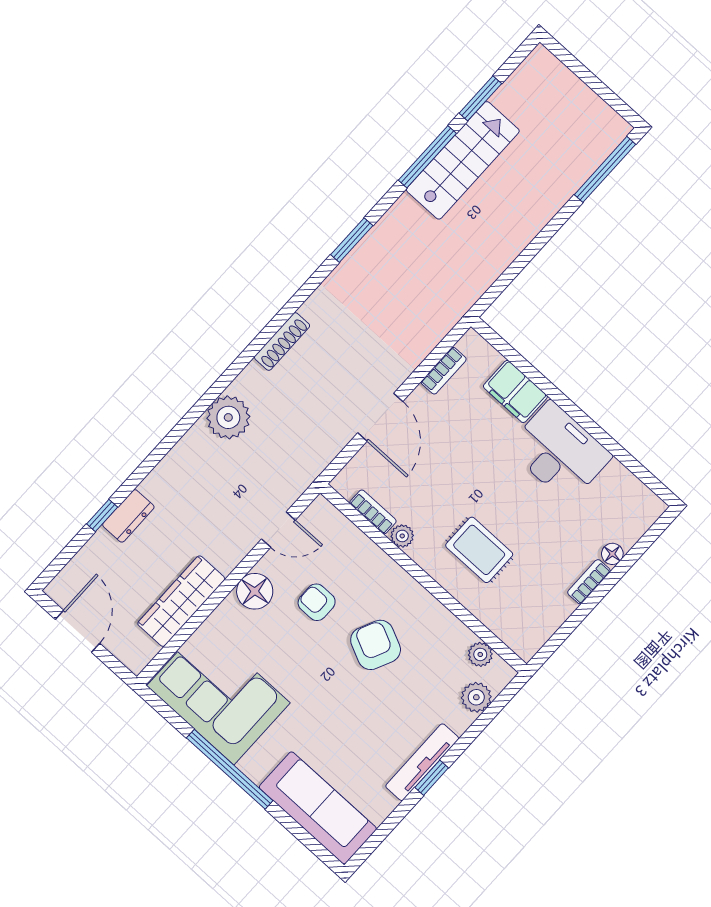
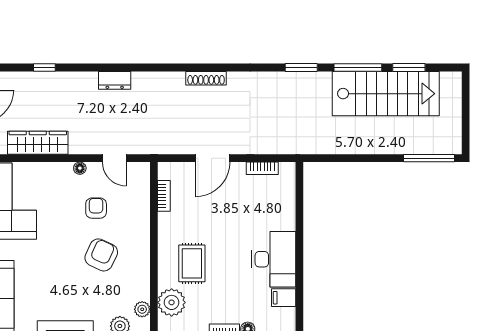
stairs: (463, 160) -> (386, 94), width x1.36, depth x1.51
window: (352, 240) -> (301, 68), moved
filing cabinet: (515, 391) -> (284, 298), moved, width x0.50
plant: (228, 417) -> (146, 85), removed
dresser: (128, 516) -> (115, 80), moved
plant: (402, 536) -> (172, 302), moved, width x1.88, depth x1.88
floor lamp: (255, 591) -> (80, 168), width x0.53, depth x0.53

